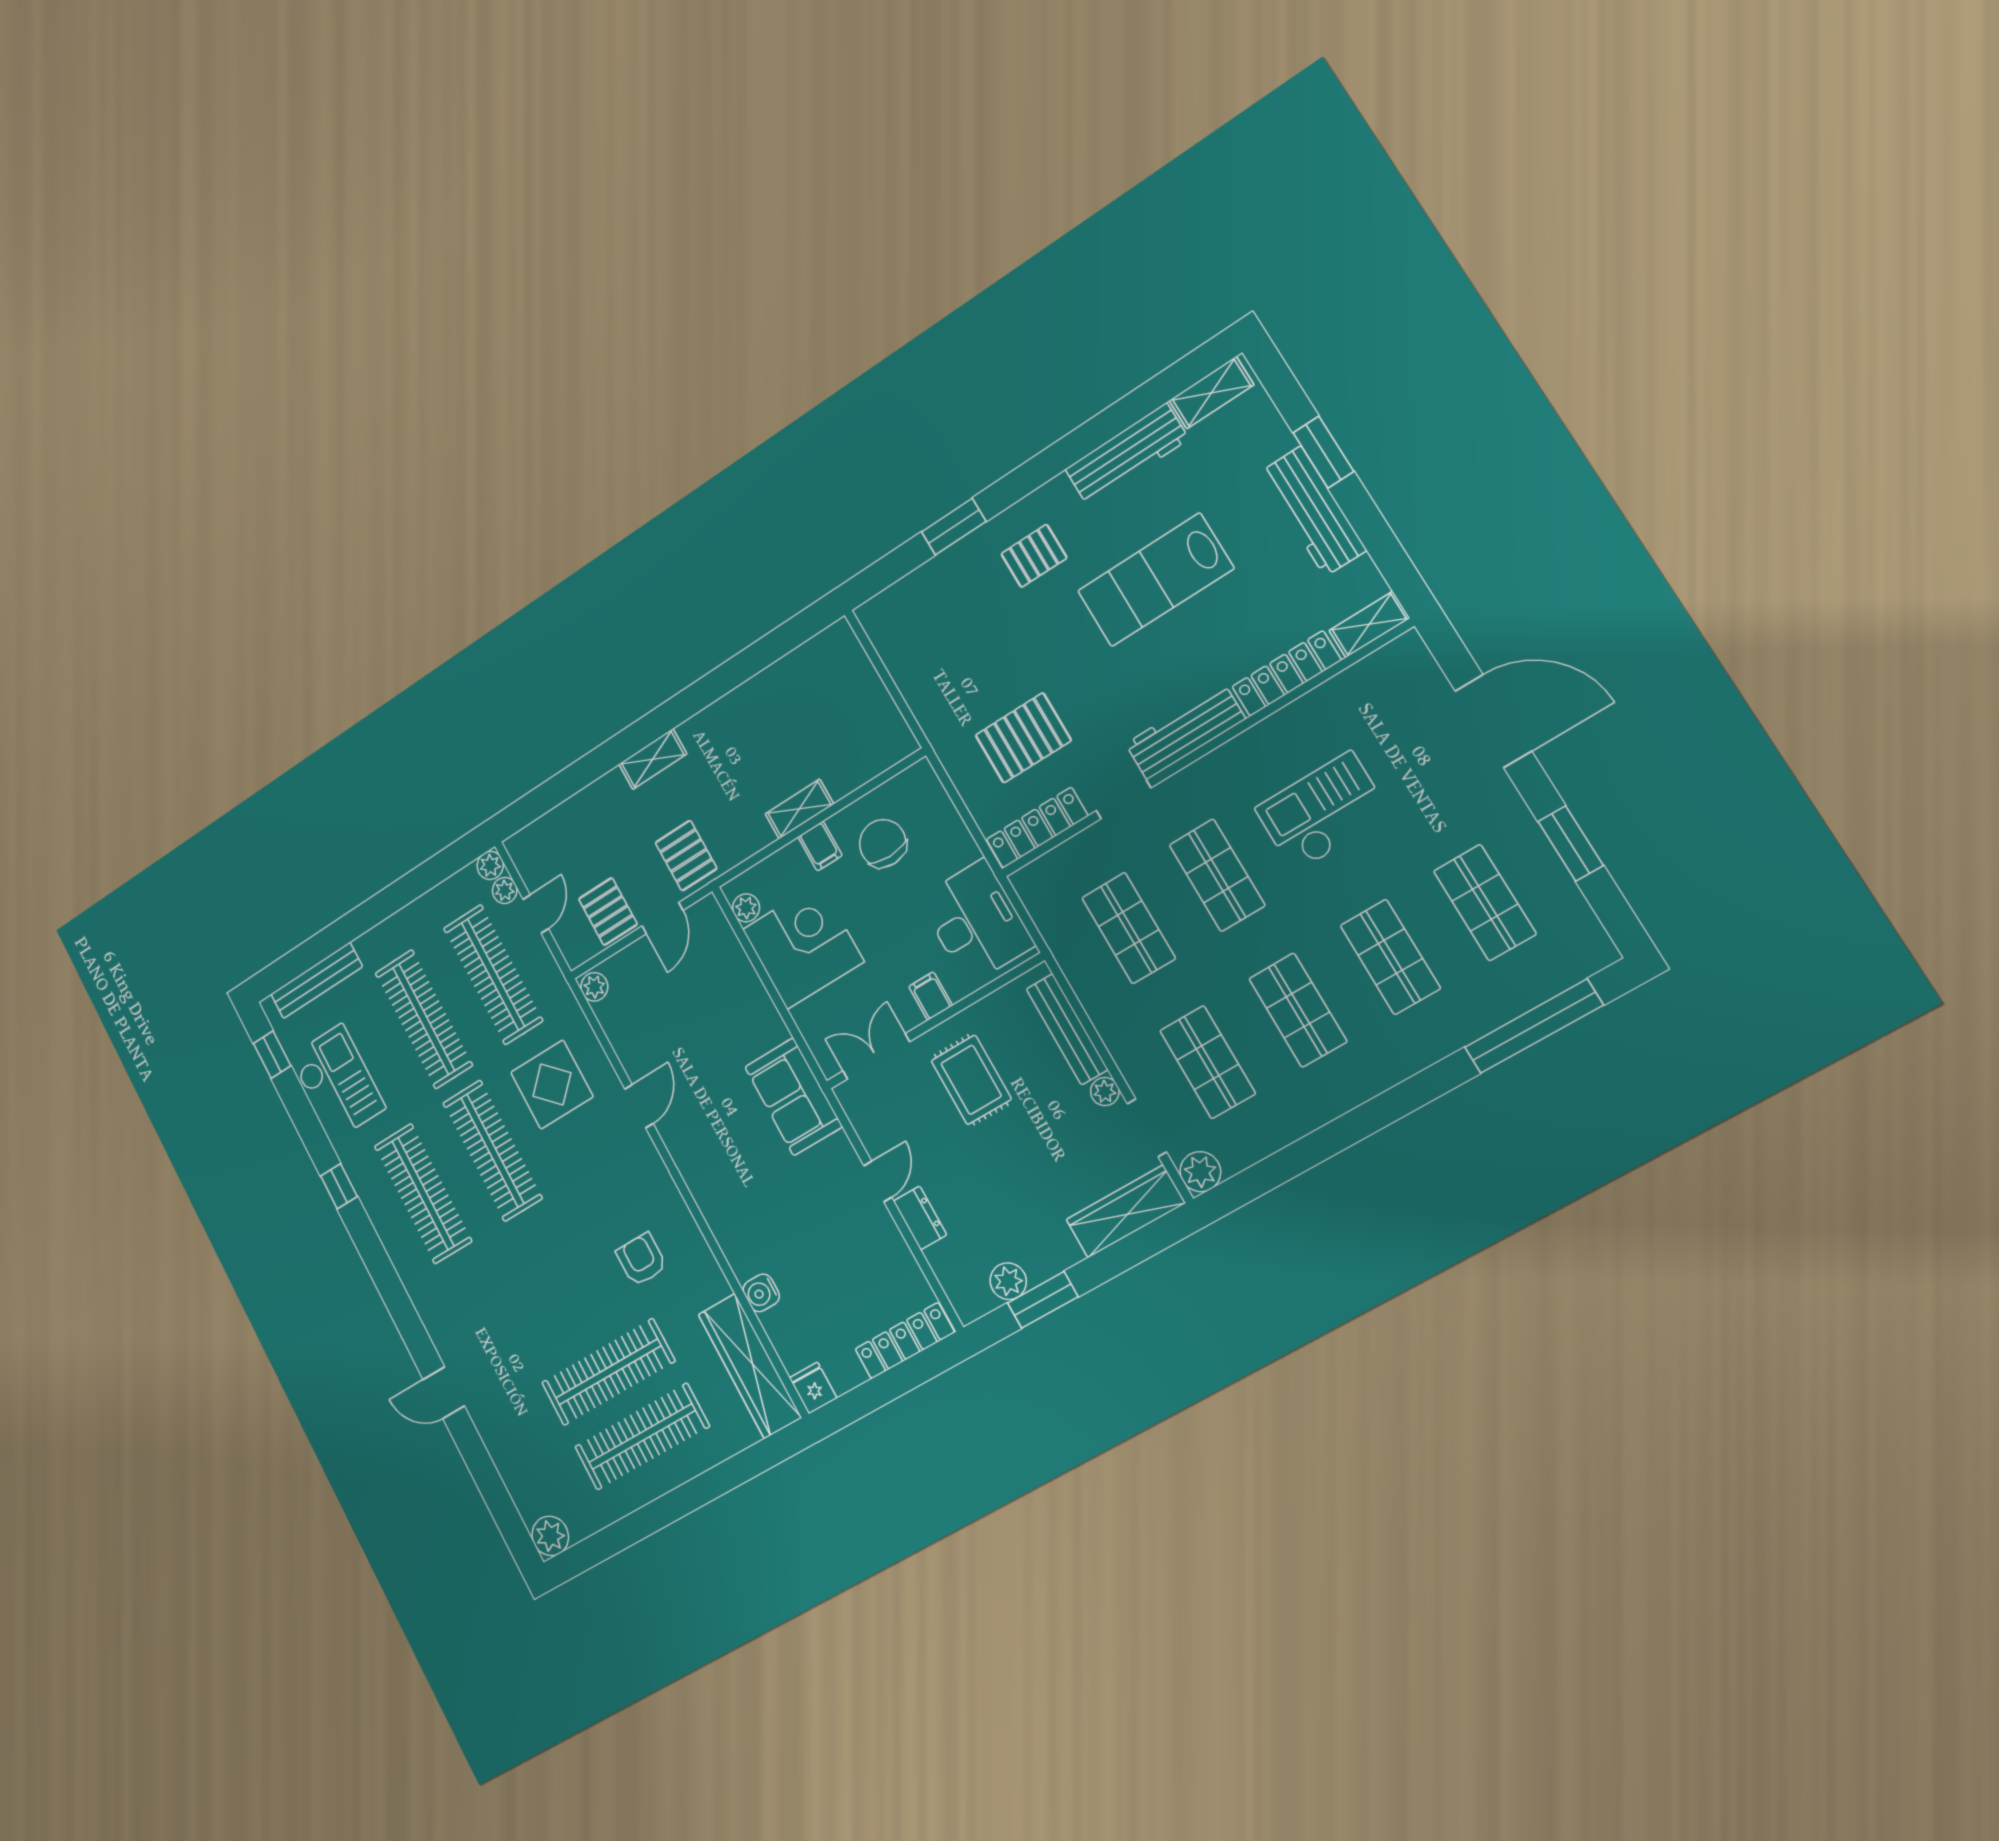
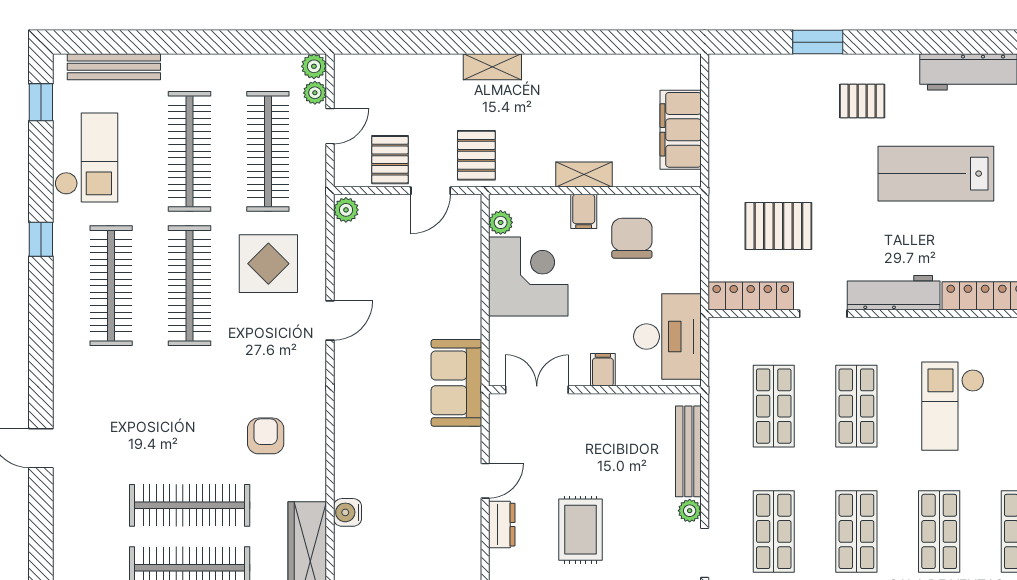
filing cabinet: (868, 704) -> (681, 130), added
checkout: (1323, 812) -> (953, 406), turned -90
rug: (971, 1080) -> (581, 530), moved

